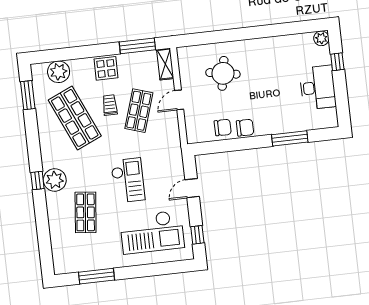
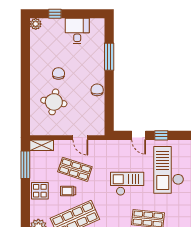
desk: (318, 87) -> (77, 31), width x0.73
door: (179, 100) -> (80, 138), moved
chair: (223, 127) -> (58, 74), moved
checkout: (152, 232) -> (169, 170), turned 180
window: (197, 235) -> (161, 135), moved

